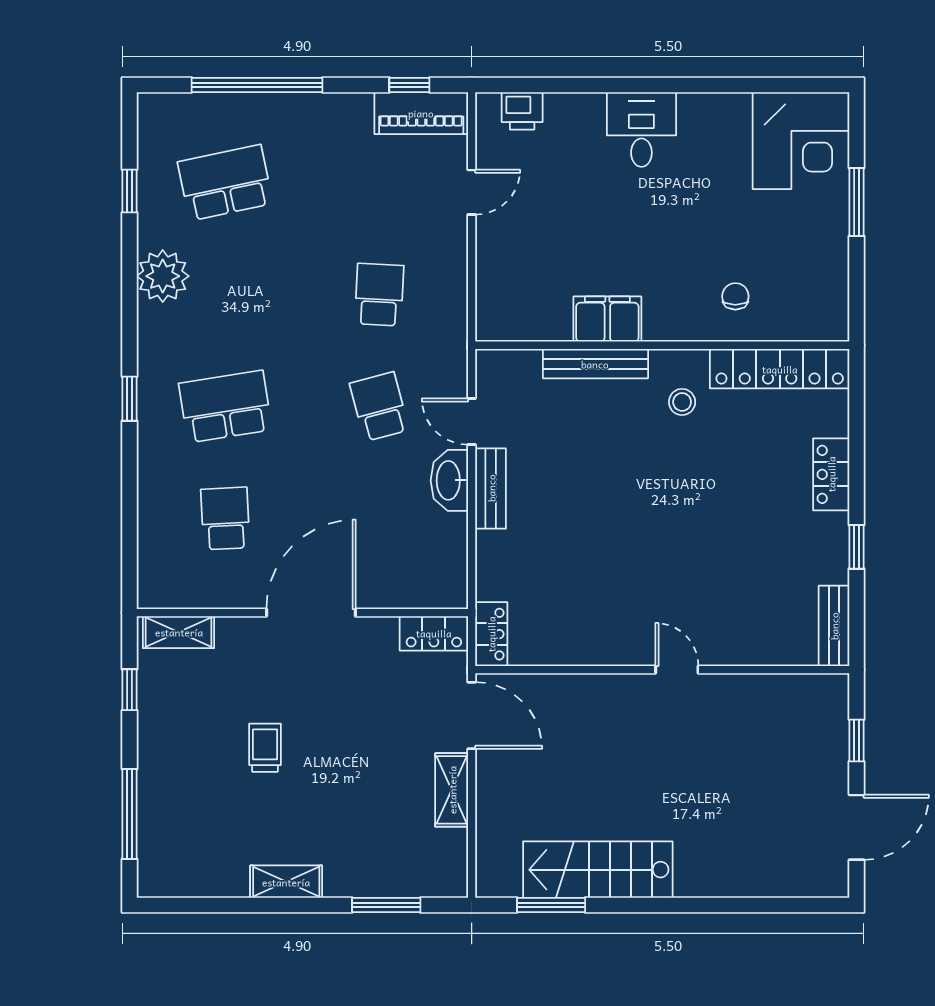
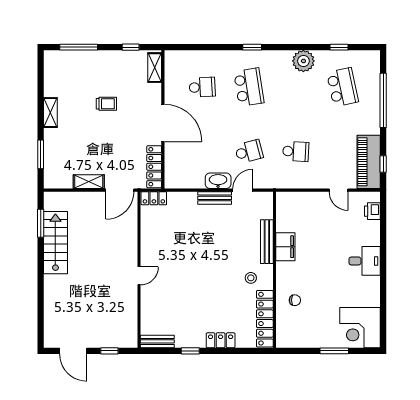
piano: (421, 113) -> (369, 162), width x1.37, depth x1.33
locker: (434, 633) -> (154, 167), width x1.53

